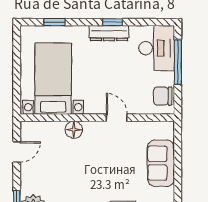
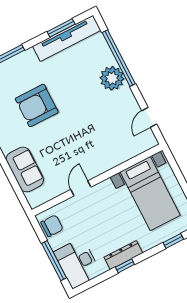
door: (117, 118) -> (81, 188), swing flipped
floor lamp: (74, 130) -> (111, 160), removed

